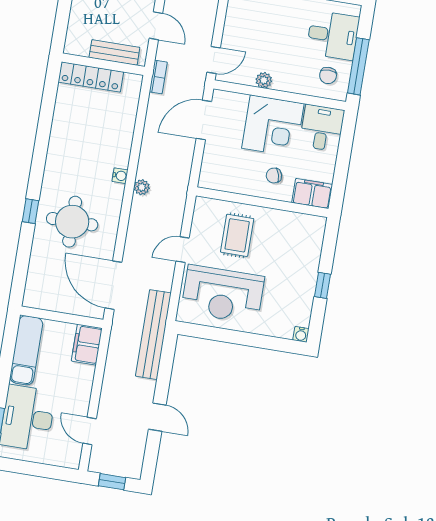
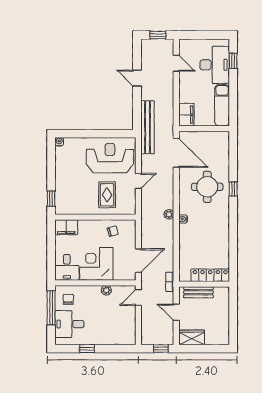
chair: (274, 175) -> (113, 231), moved
window: (322, 285) -> (51, 199), moved

